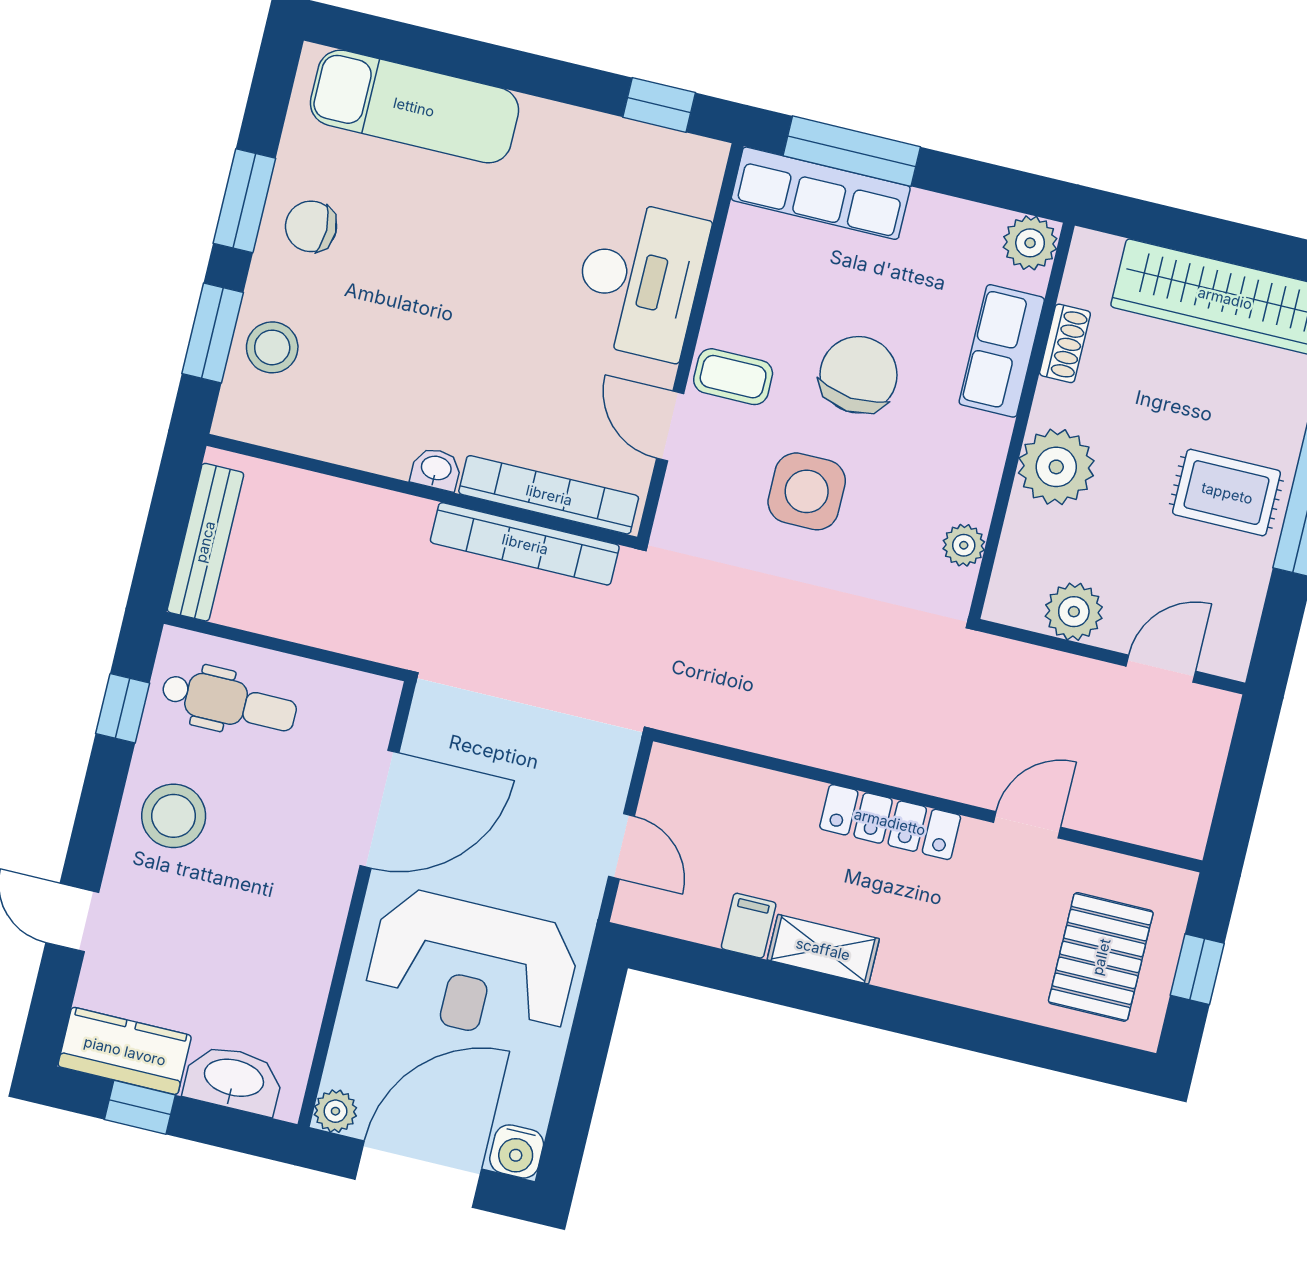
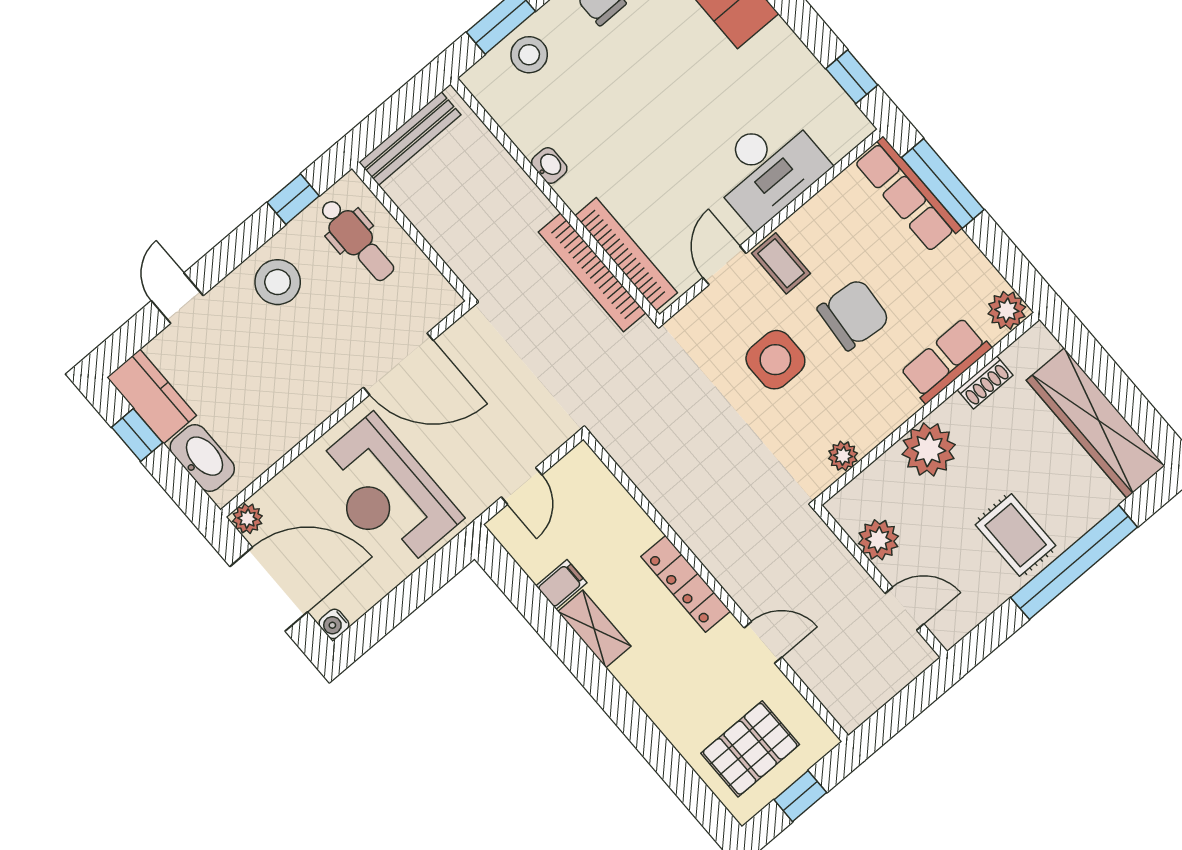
washbasin: (436, 469) -> (549, 166), moved
water cooler: (517, 1151) -> (334, 624), width x0.72, depth x0.72

